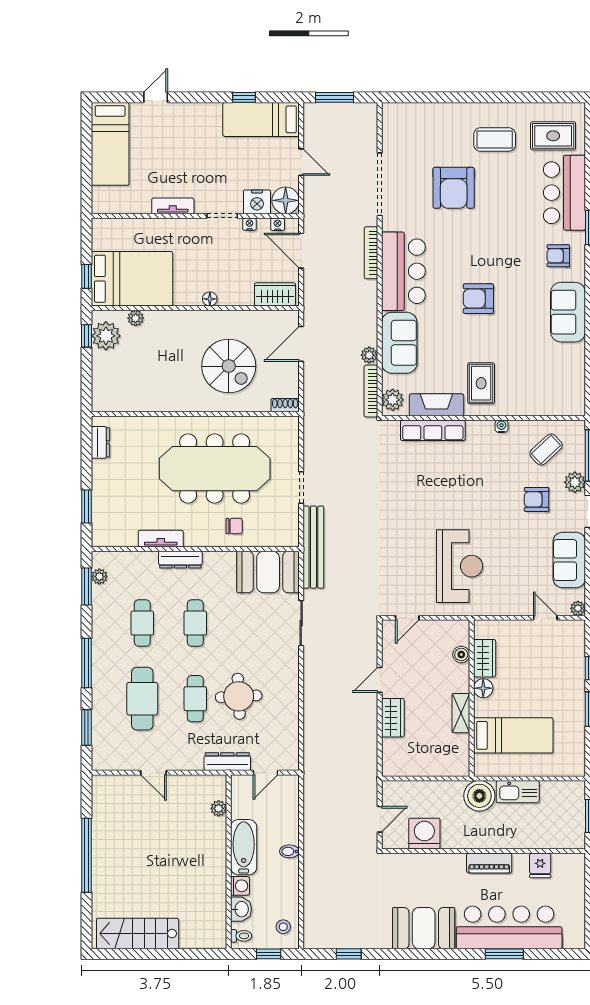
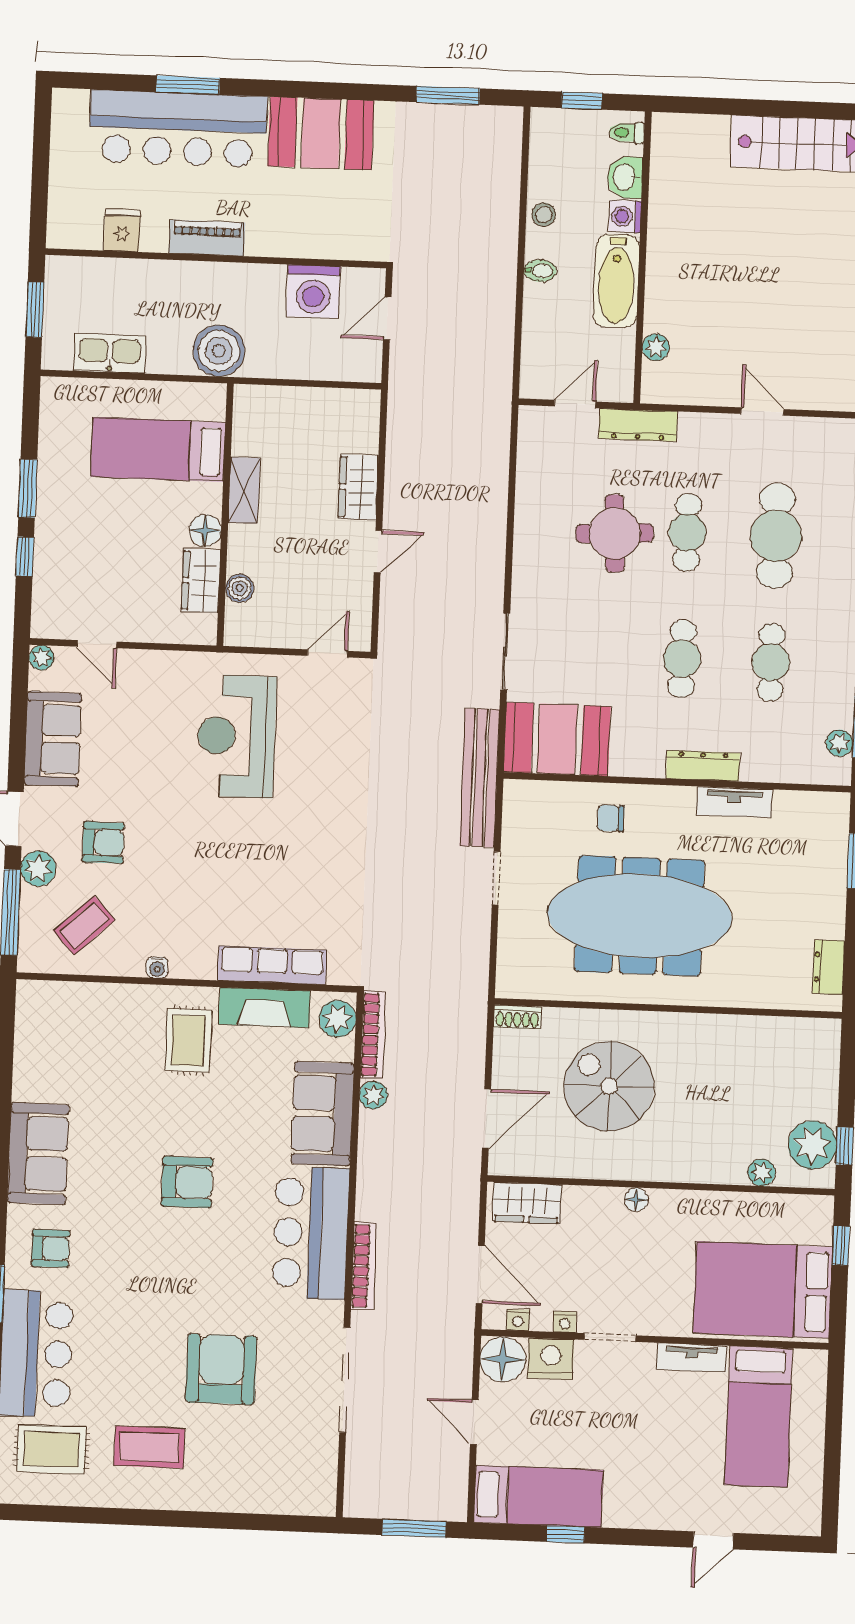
bed: (110, 144) -> (759, 1416), moved, turned 180
bed: (132, 279) -> (763, 1290), moved
kitchen sink: (518, 792) -> (110, 353), moved
stool: (283, 927) -> (544, 215), moved
window: (349, 954) -> (448, 95), width x1.50

